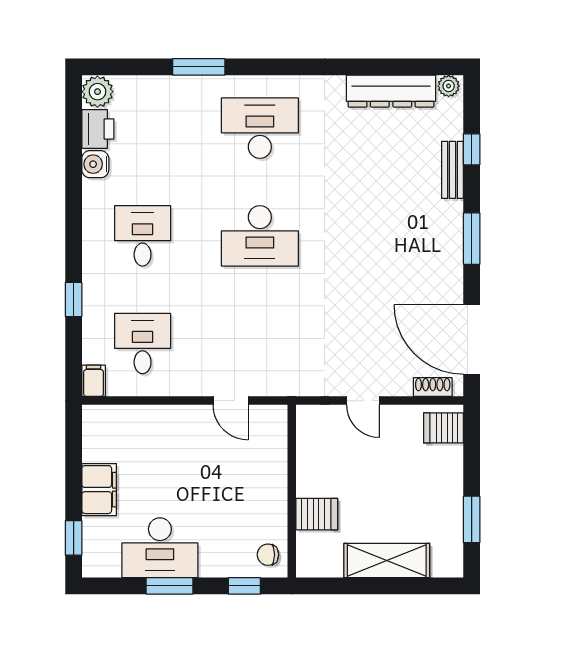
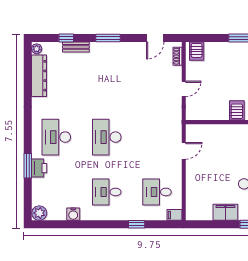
printer: (98, 129) -> (39, 168), moved, turned 90
desk: (260, 236) -> (107, 137), turned 180
door: (472, 339) -> (155, 38), width x0.53

